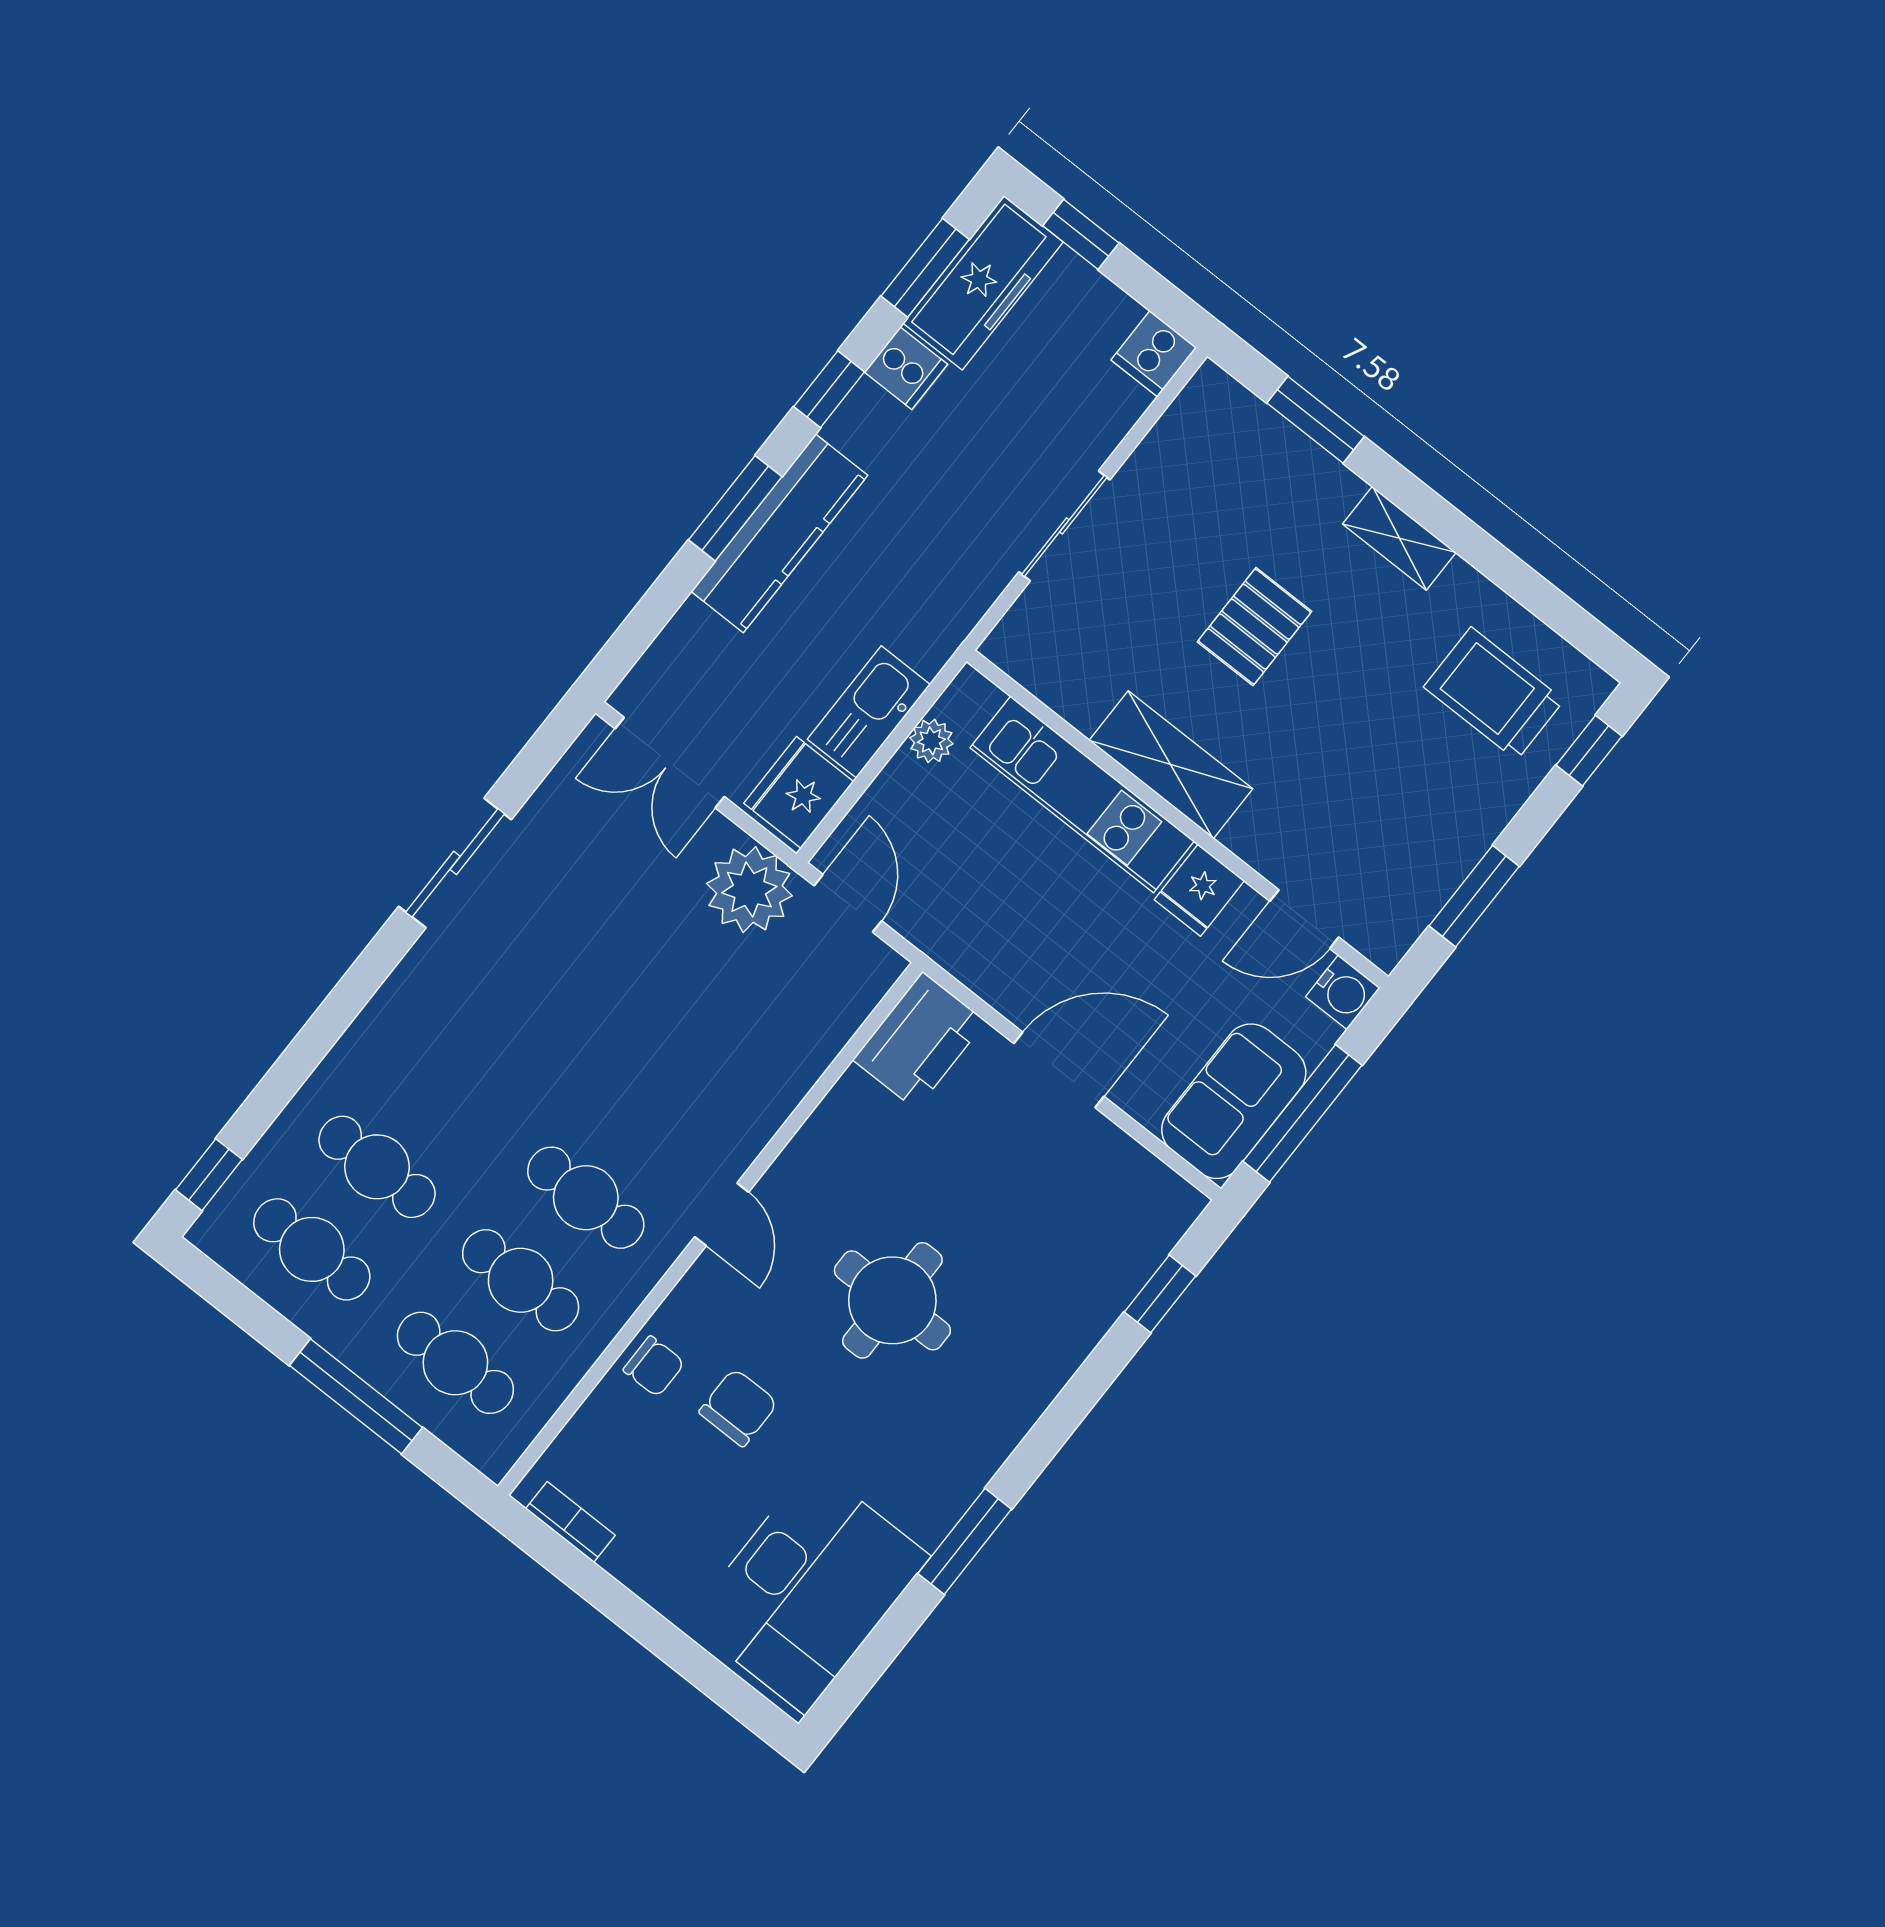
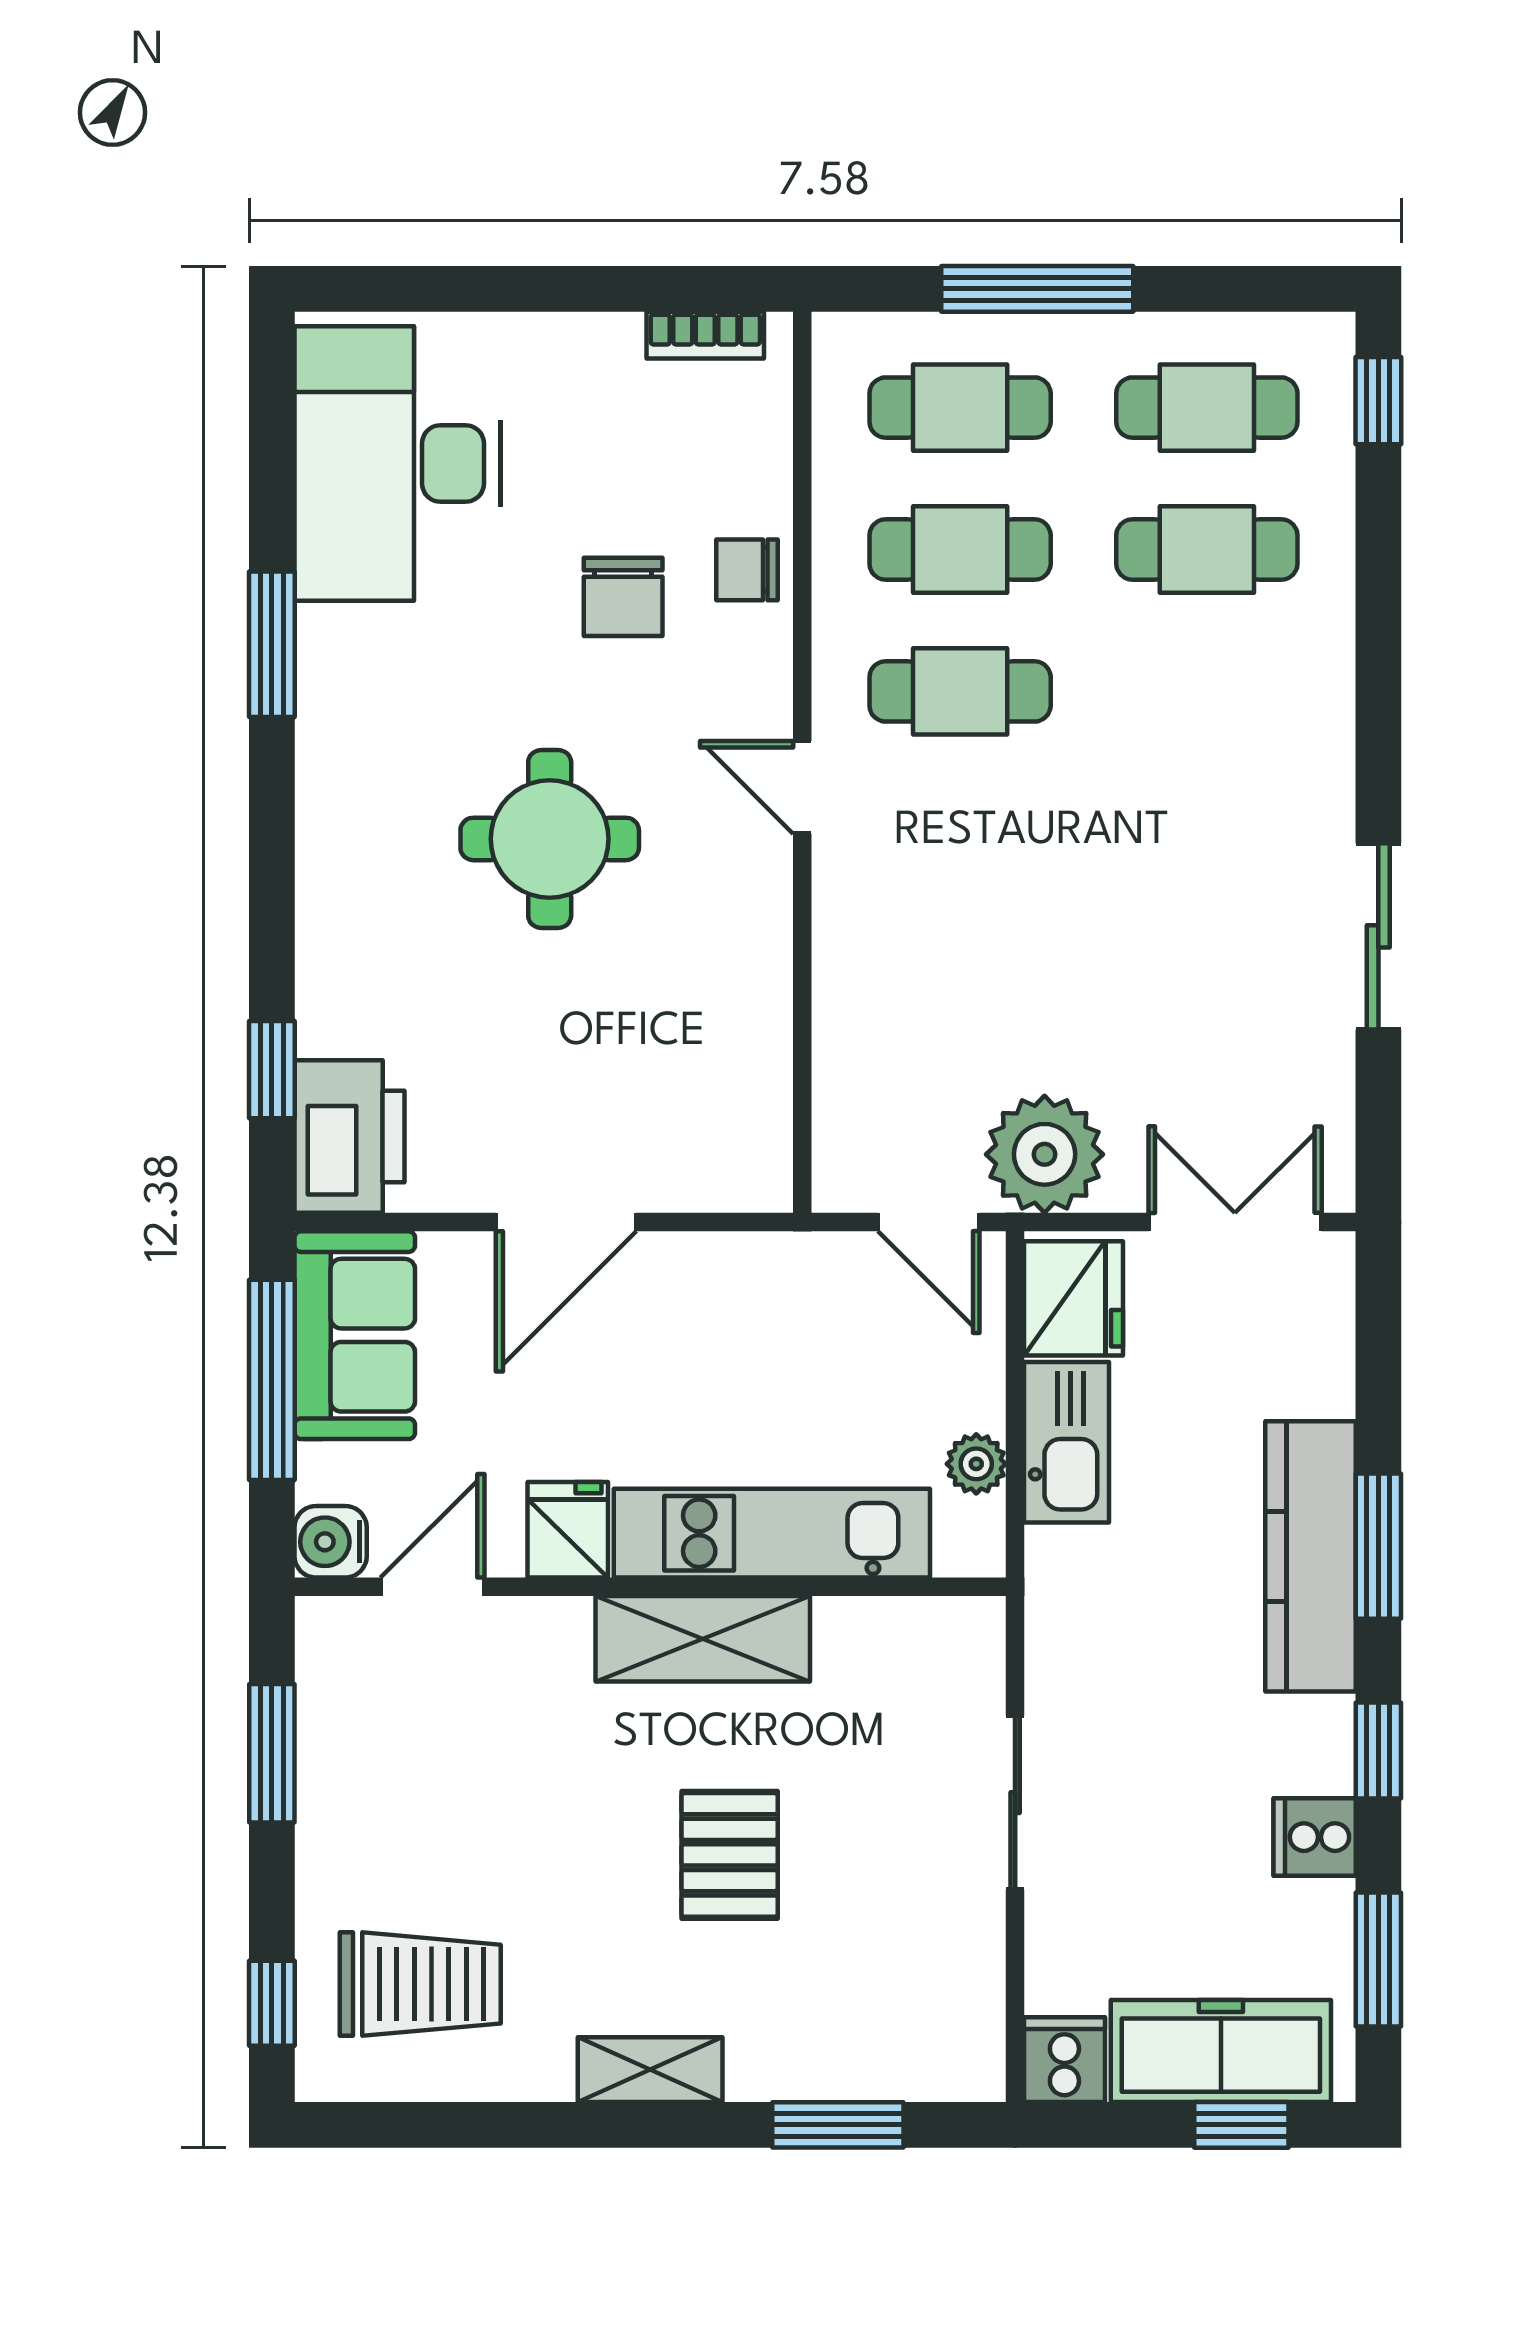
freezer: (983, 283) -> (1221, 2051), moved, turned 90
printer: (919, 1041) -> (350, 1137), moved, turned 180

